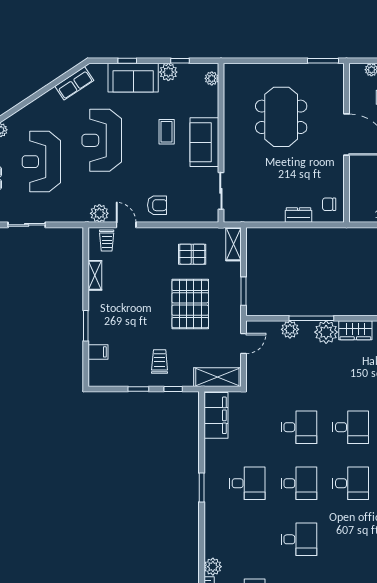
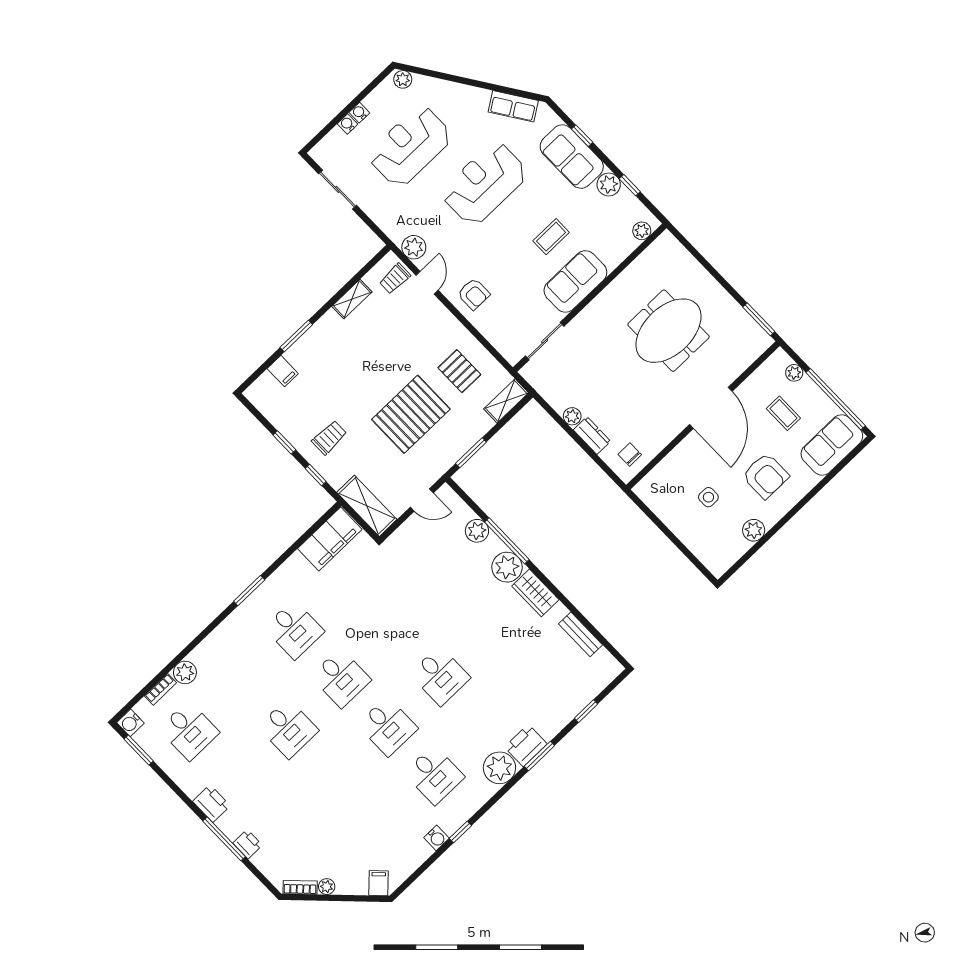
plant: (277, 216) -> (572, 416), added
desk: (299, 427) -> (393, 627), removed

